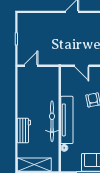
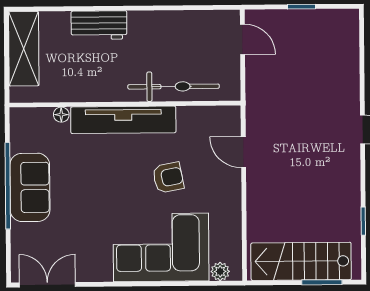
door: (82, 66) -> (243, 152), hinge flipped
bicycle: (52, 121) -> (174, 87), moved

